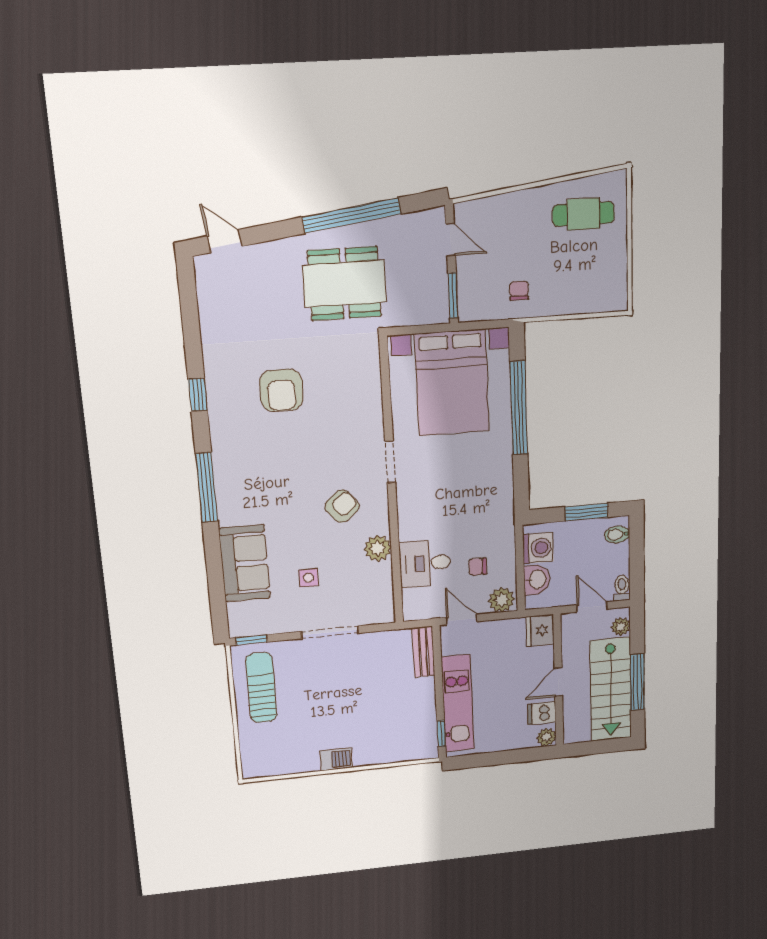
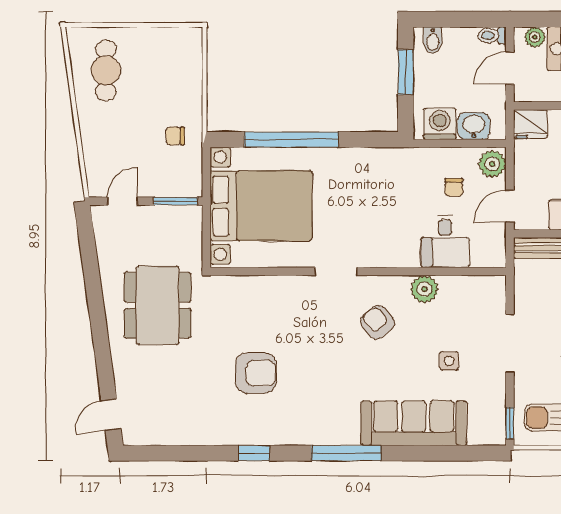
window: (352, 216) -> (94, 294), removed
sofa: (245, 563) -> (414, 423), width x1.36

